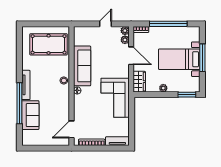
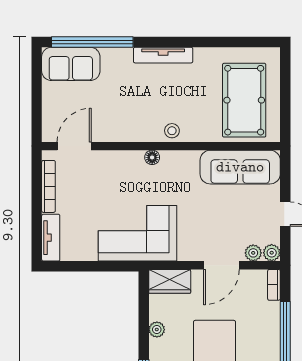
sofa: (82, 66) -> (240, 167), moved
window: (19, 103) -> (92, 42), moved
sofa: (30, 115) -> (71, 64), moved
door: (71, 129) -> (74, 146), hinge flipped

